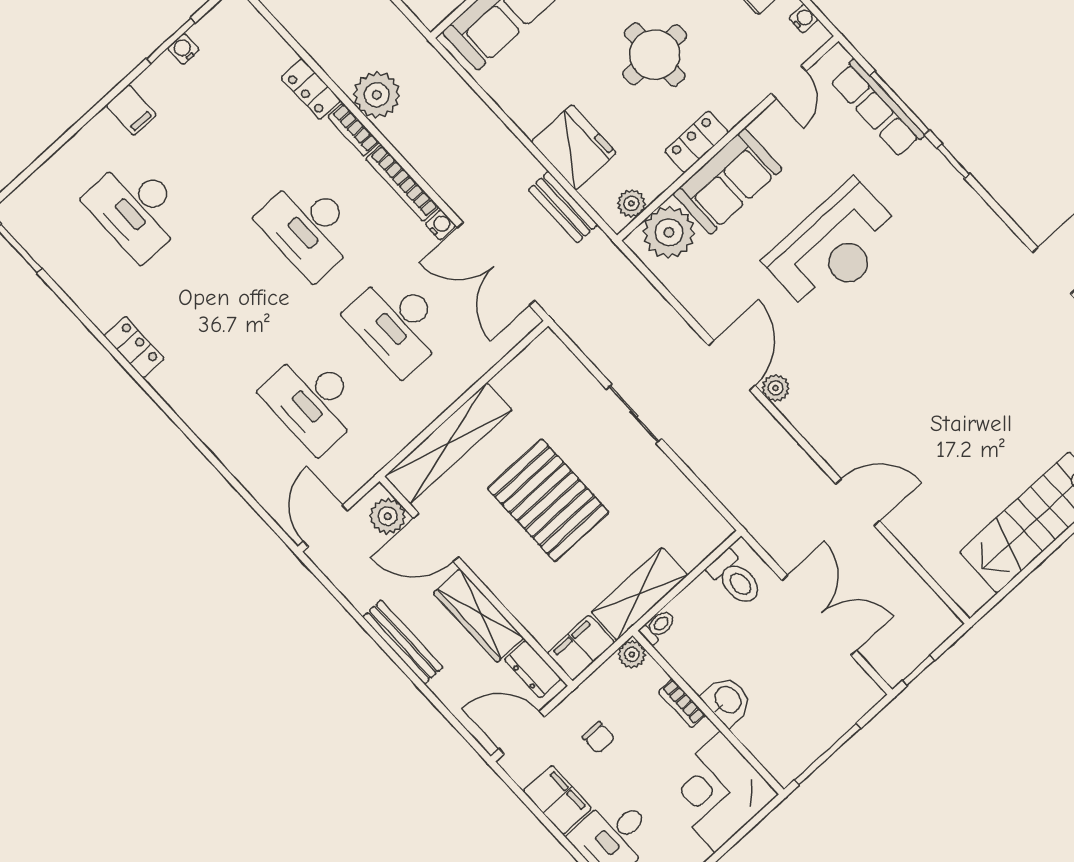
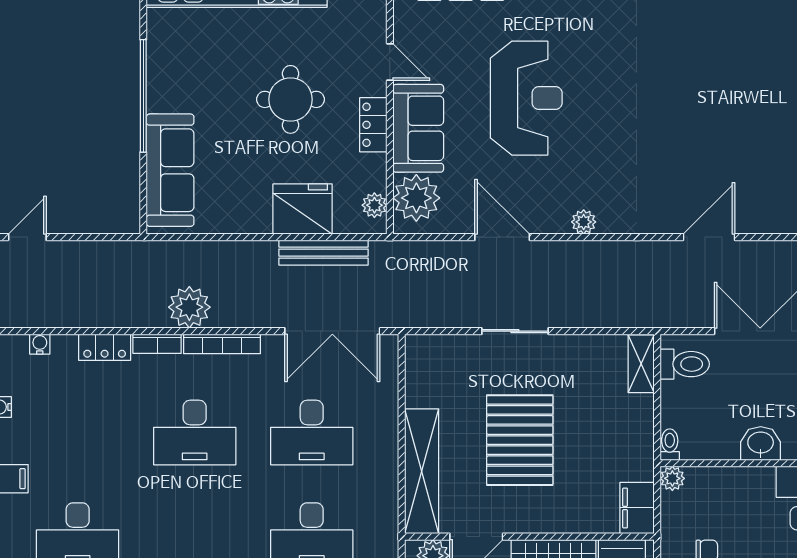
door: (789, 82) -> (390, 62), moved
plant: (377, 95) -> (189, 307), moved
bench: (563, 207) -> (323, 253), width x1.36
water cooler: (441, 225) -> (40, 344), moved
door: (732, 365) -> (502, 237), moved
pallet: (548, 500) -> (520, 440), turned 90
shelving: (639, 594) -> (641, 364), moved, width x0.67, depth x0.75
bookcase: (682, 703) -> (735, 475), removed

